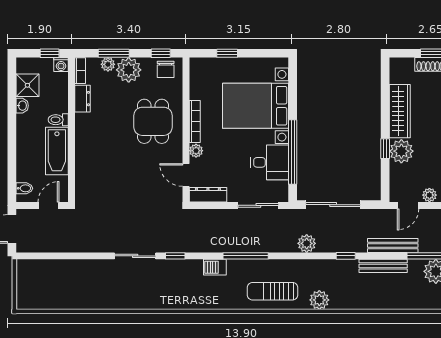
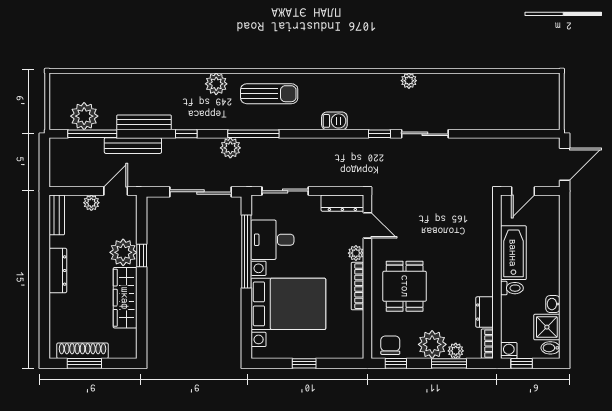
window: (227, 53) -> (304, 363), moved
bidet: (24, 188) -> (550, 348), moved
window: (246, 256) -> (253, 134), moved
plant: (149, 303) -> (409, 81), added

